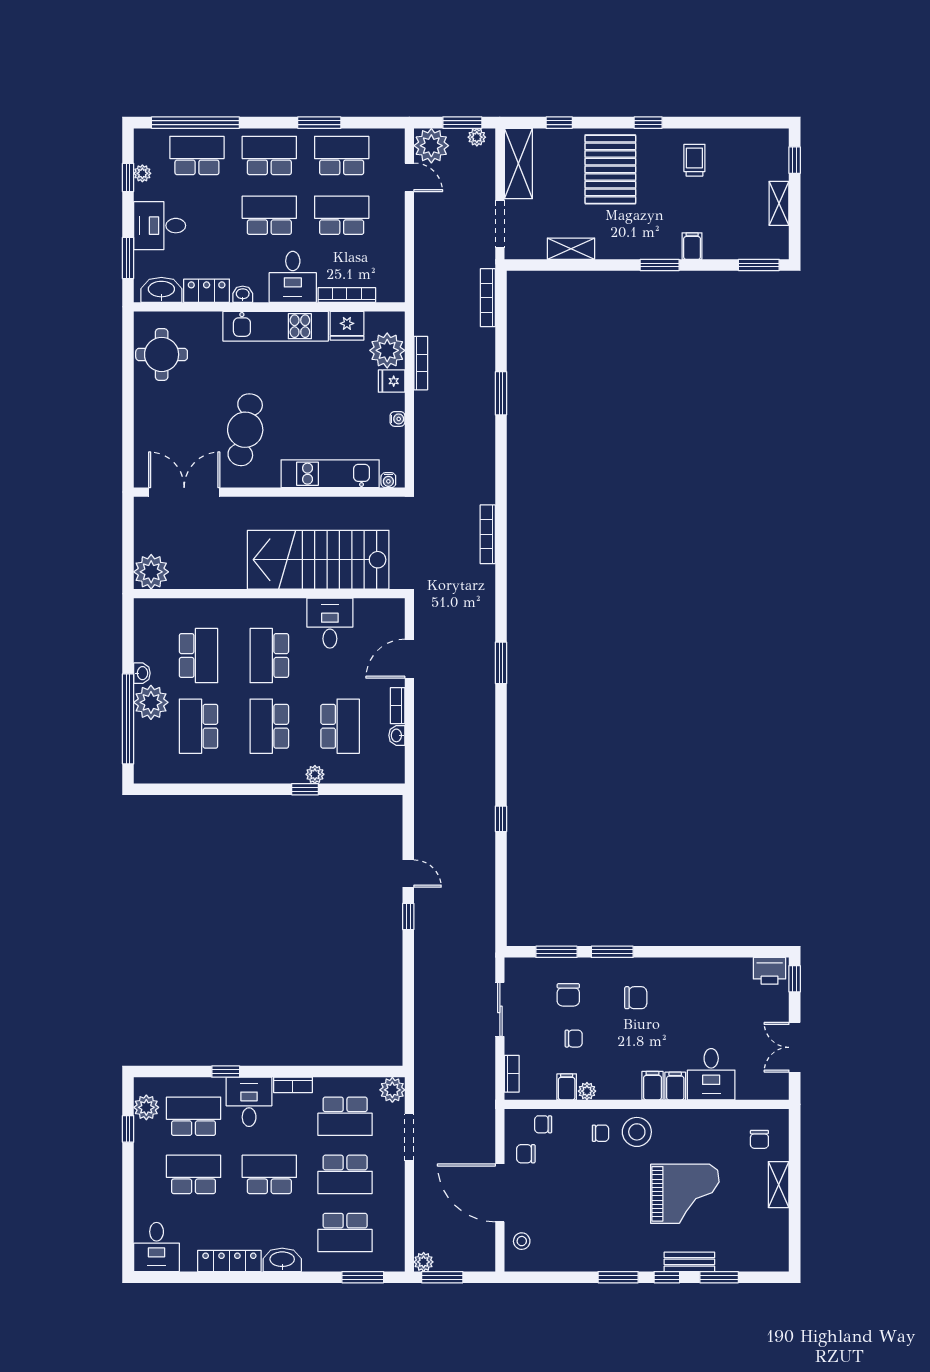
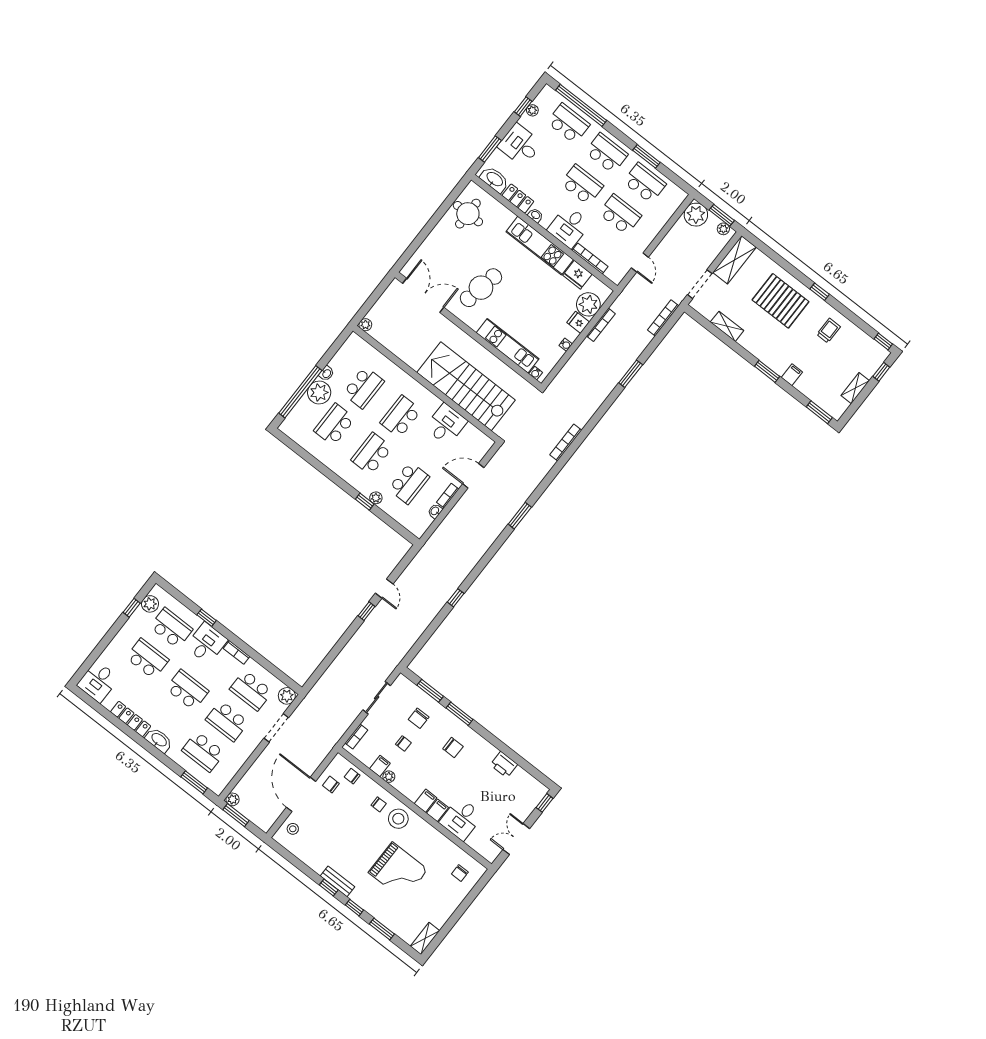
window: (559, 123) -> (883, 341), moved
pallet: (610, 169) -> (780, 301), turned 90
door: (409, 177) -> (640, 262), moved
plant: (151, 572) -> (365, 325), width x0.53, depth x0.53
printer: (770, 971) -> (504, 765), moved
shelving: (779, 1185) -> (425, 938), moved
bench: (689, 1262) -> (337, 881), moved
window: (618, 1277) -> (329, 887), width x0.67

